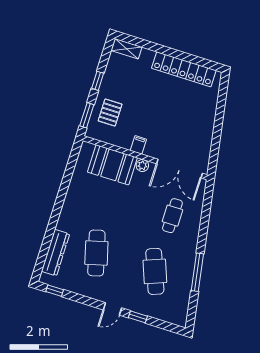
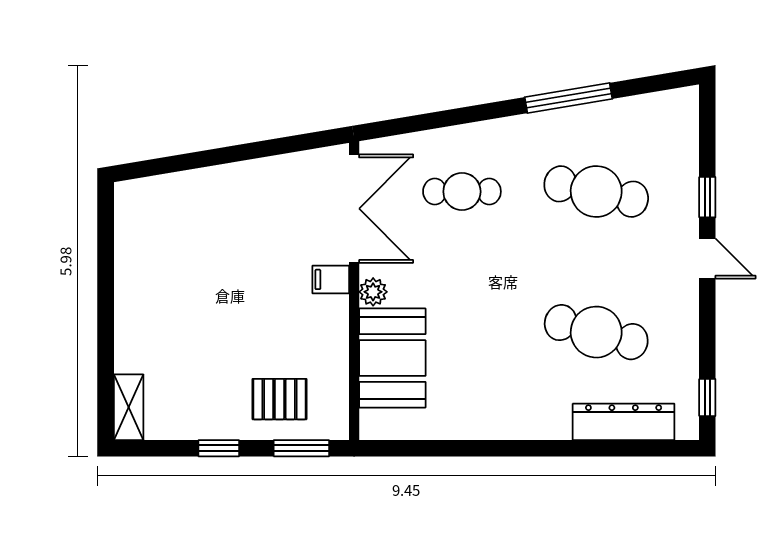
locker: (184, 69) -> (134, 268), removed
filing cabinet: (138, 145) -> (331, 279), moved
cafe table: (96, 253) -> (596, 332), turned 30
cafe table: (155, 271) -> (596, 192), turned 33

